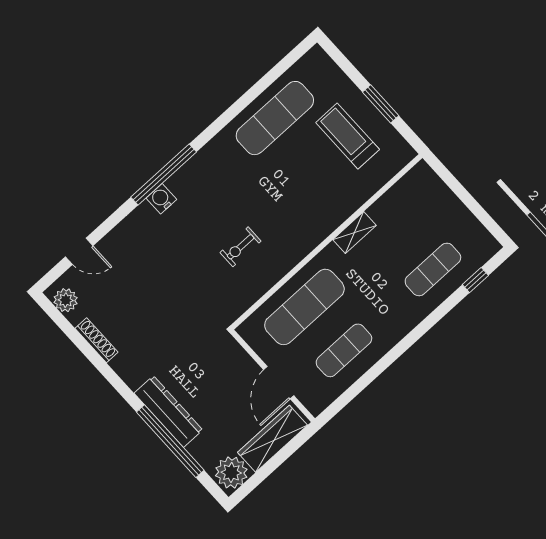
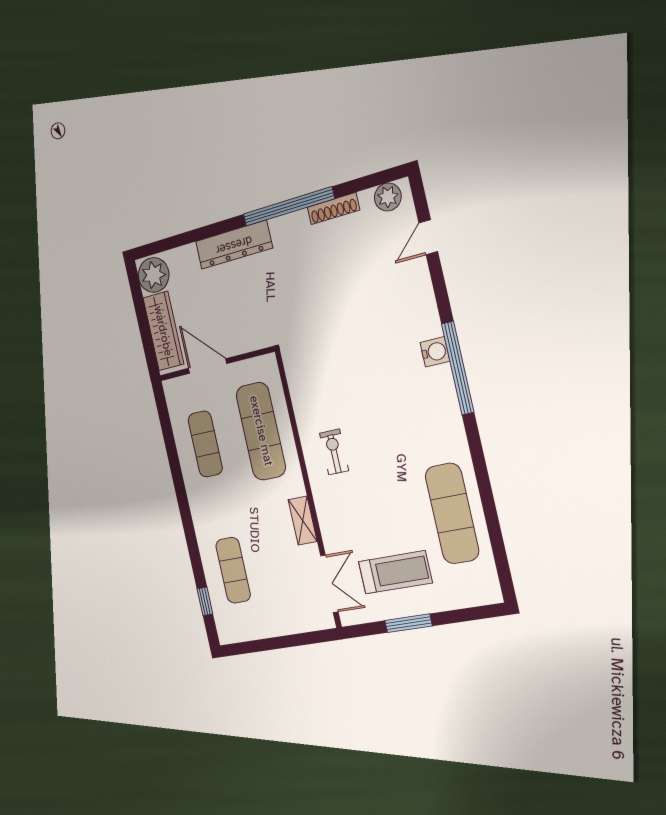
double door: (391, 183) -> (329, 584), added
exercise bike: (240, 247) -> (334, 452), moved
window: (170, 441) -> (288, 207), moved

